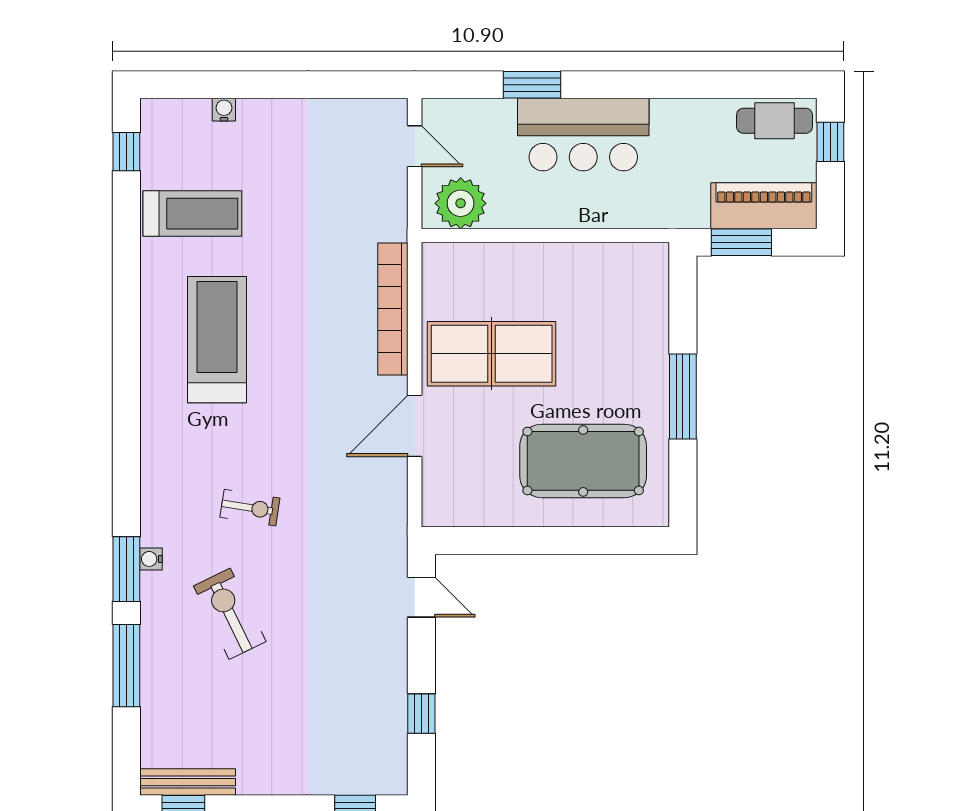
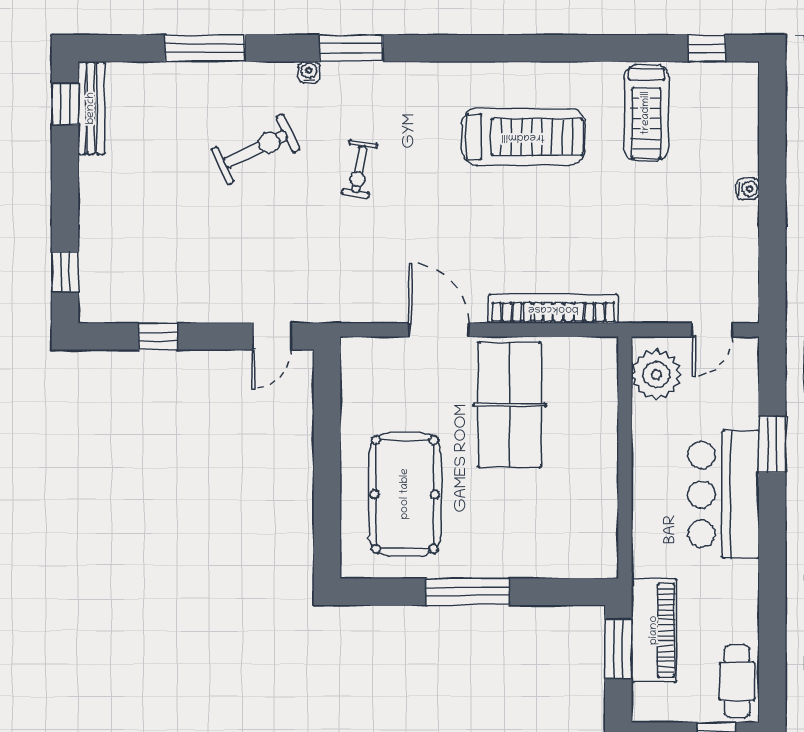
water cooler: (224, 110) -> (748, 189), moved
piano: (764, 206) -> (654, 630), moved
window: (126, 569) -> (351, 48), moved

